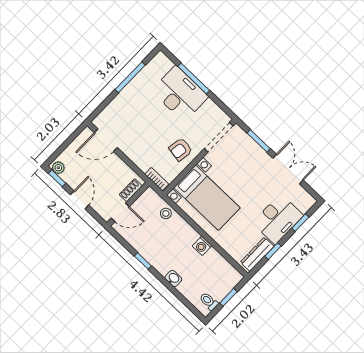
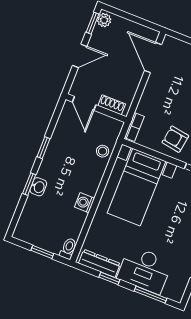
window: (300, 223) -> (151, 295), width x1.50
window: (168, 285) -> (29, 184), added
toilet: (209, 301) -> (68, 249), moved

